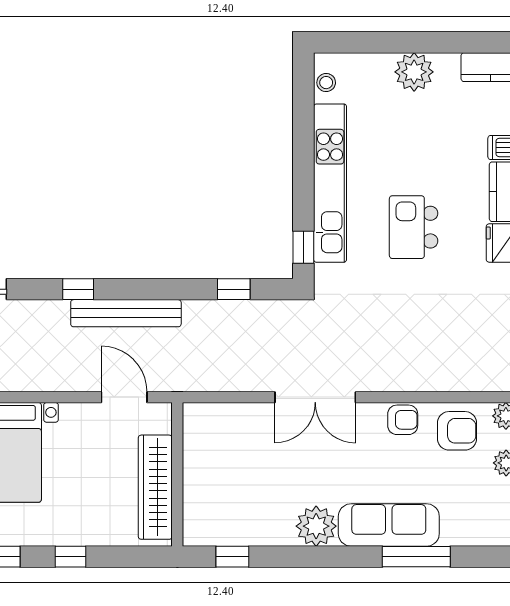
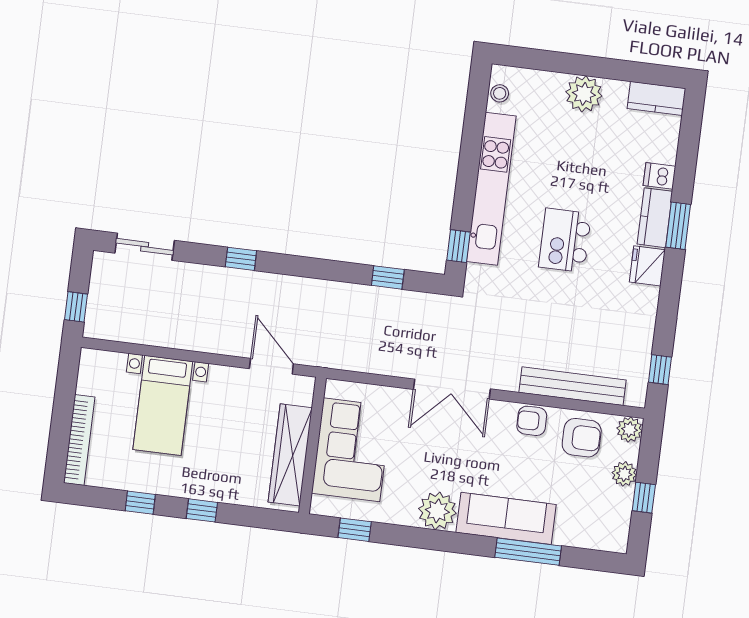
bench: (126, 313) -> (573, 386), moved
armchair: (403, 420) -> (532, 421), turned 180
corner sofa: (219, 474) -> (352, 450), added

